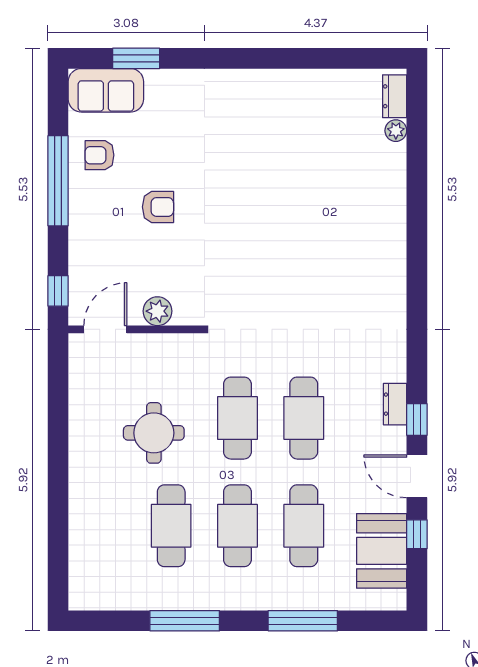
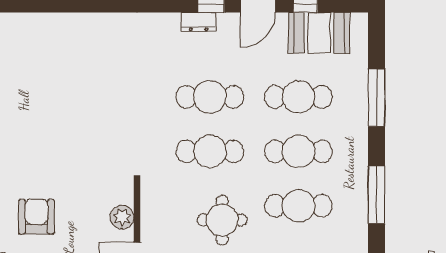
armchair: (158, 207) -> (36, 217), width x1.38, depth x1.38

